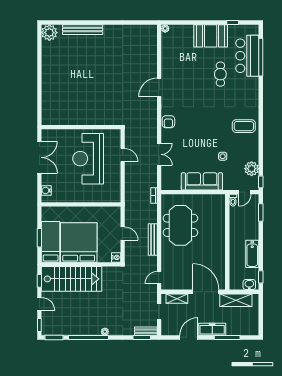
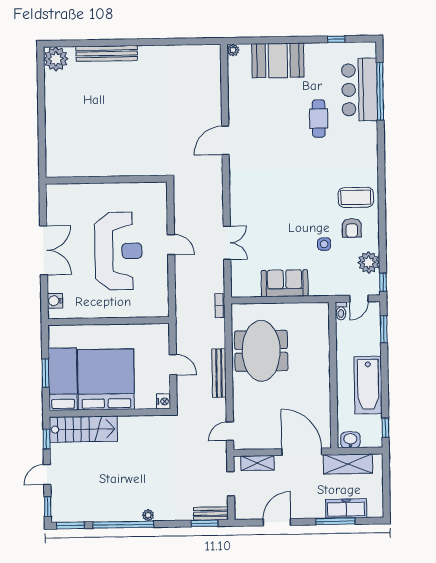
booth: (211, 36) -> (278, 60), moved
armchair: (168, 122) -> (352, 228), moved
wall: (81, 127) -> (106, 180), moved
reception desk: (88, 159) -> (118, 251), turned 180
sofa: (202, 181) -> (285, 283), width x0.73
bathtub: (252, 254) -> (368, 385), width x1.36, depth x1.36
stairs: (71, 279) -> (83, 429), width x0.73, depth x0.66
washbasin: (249, 285) -> (350, 440), moved
door: (39, 304) -> (47, 475), swing flipped
freezer: (212, 329) -> (346, 508), moved

